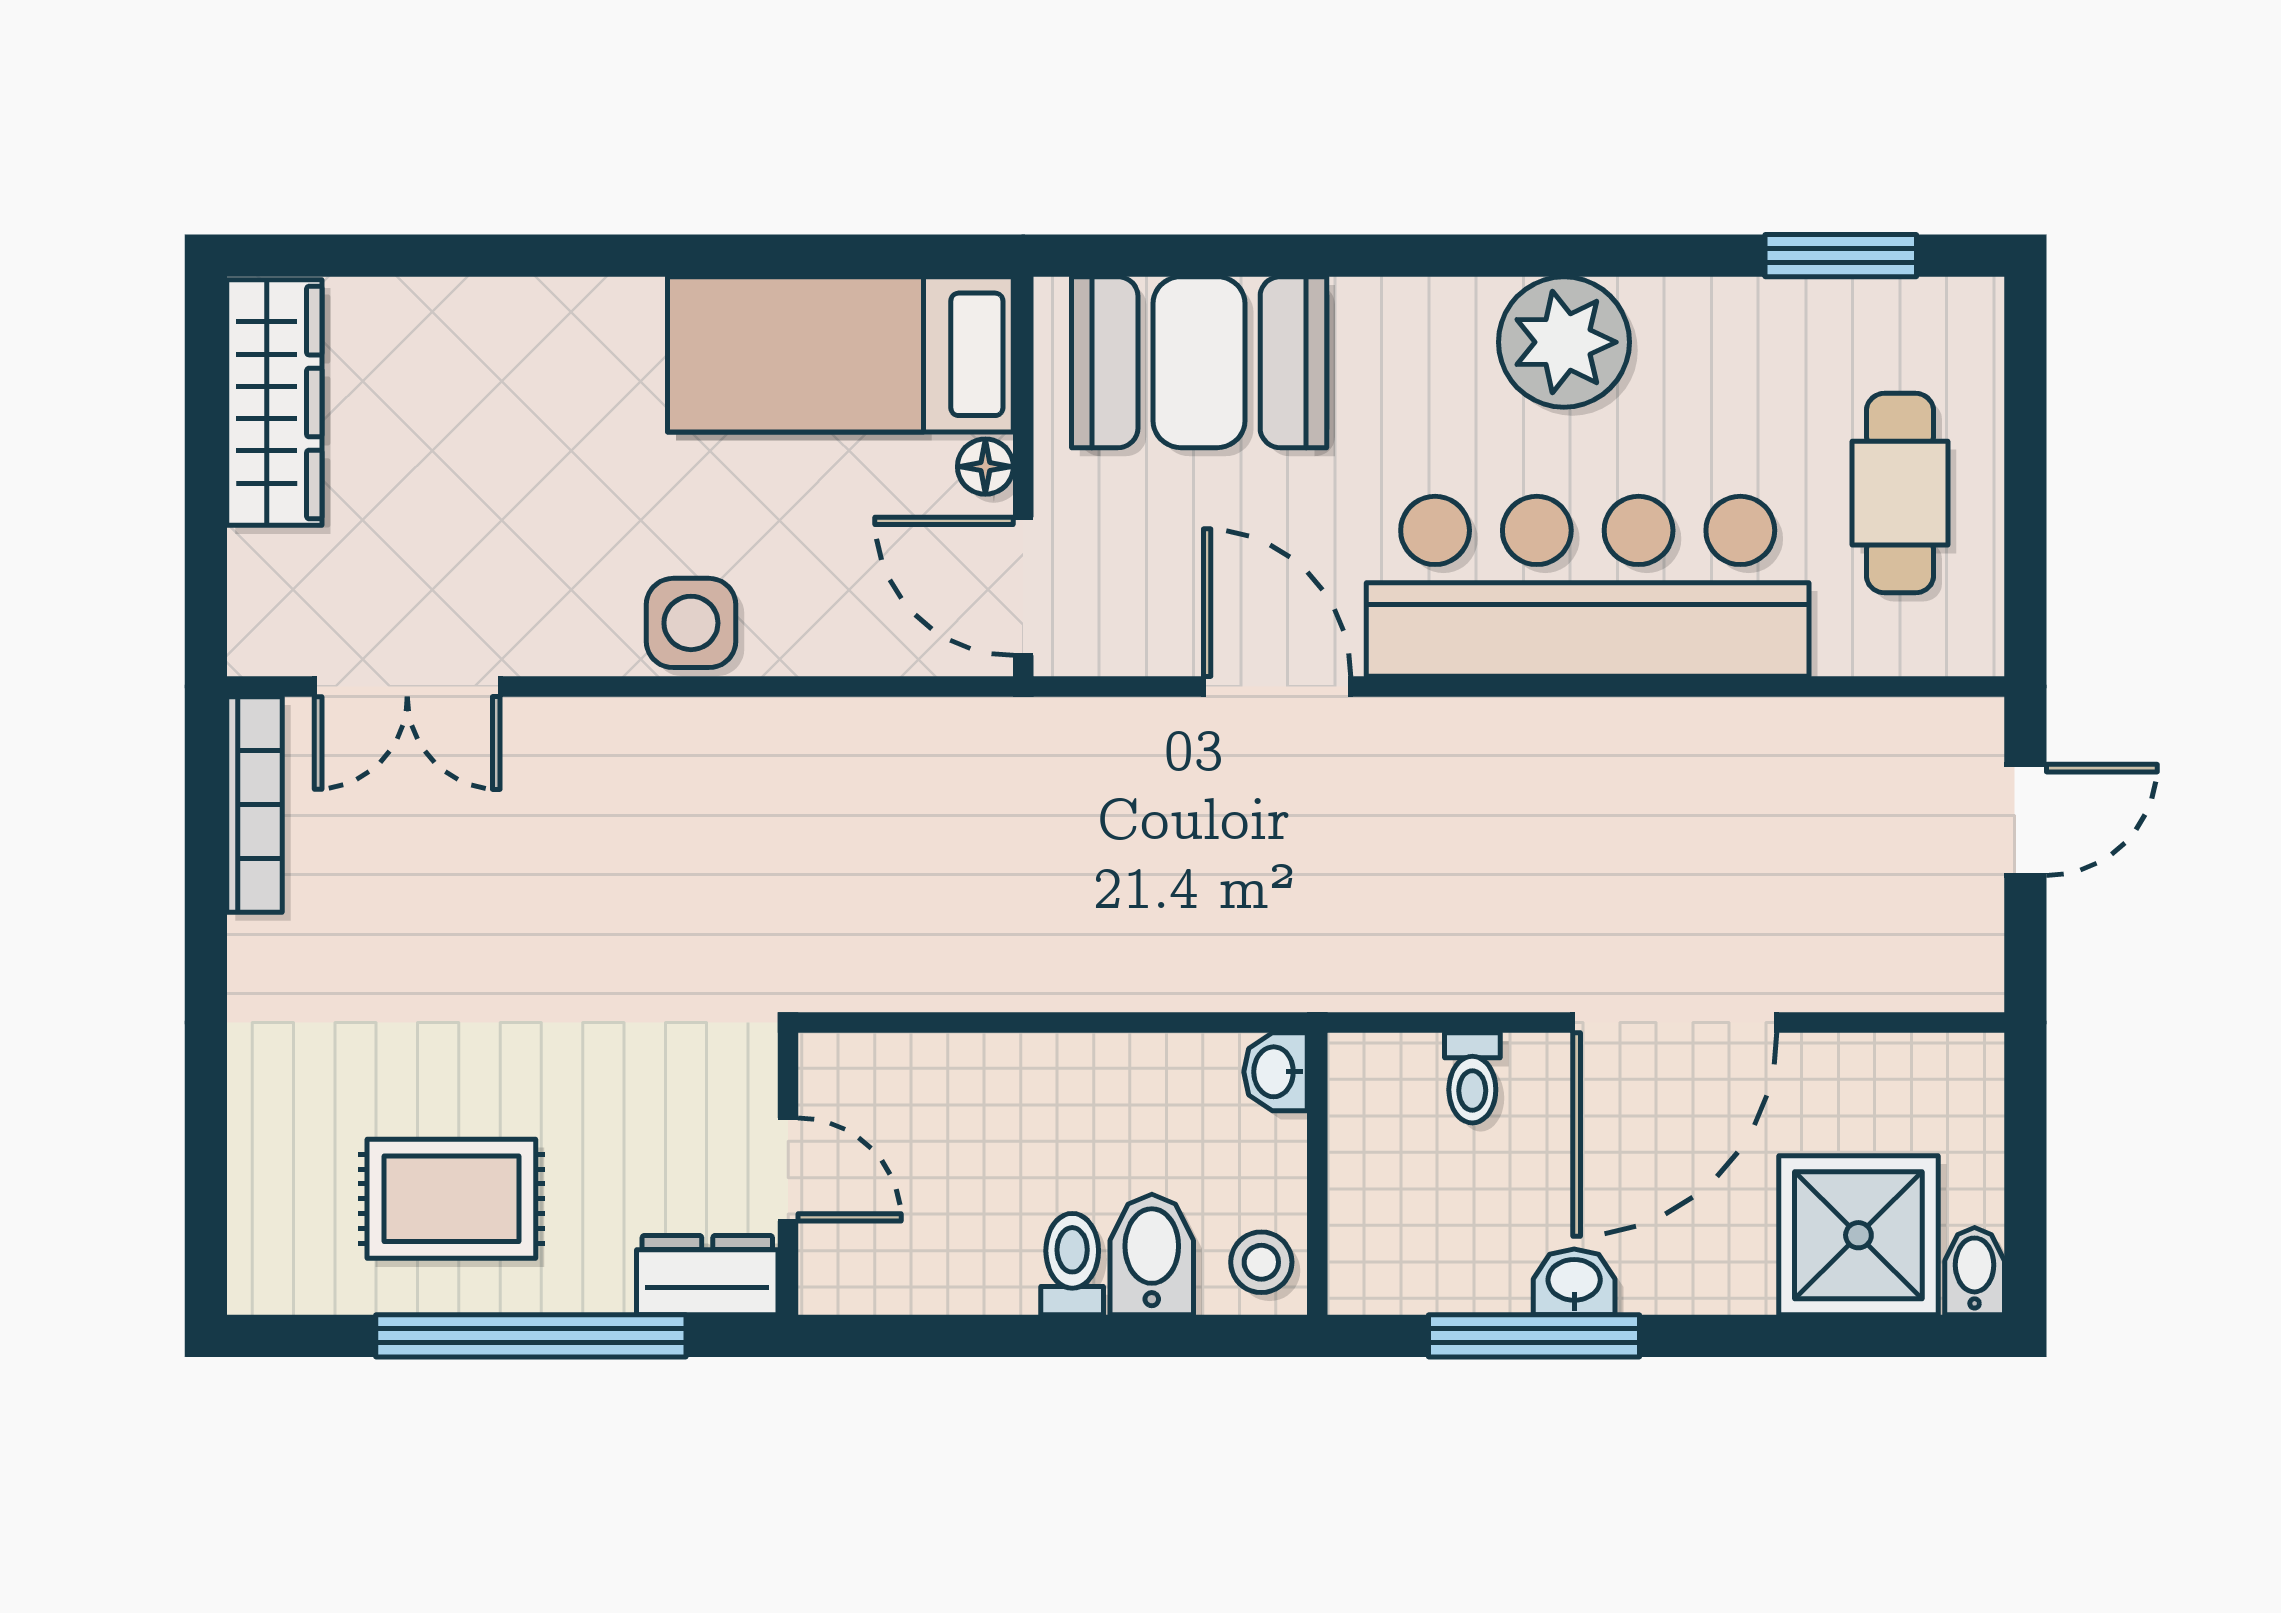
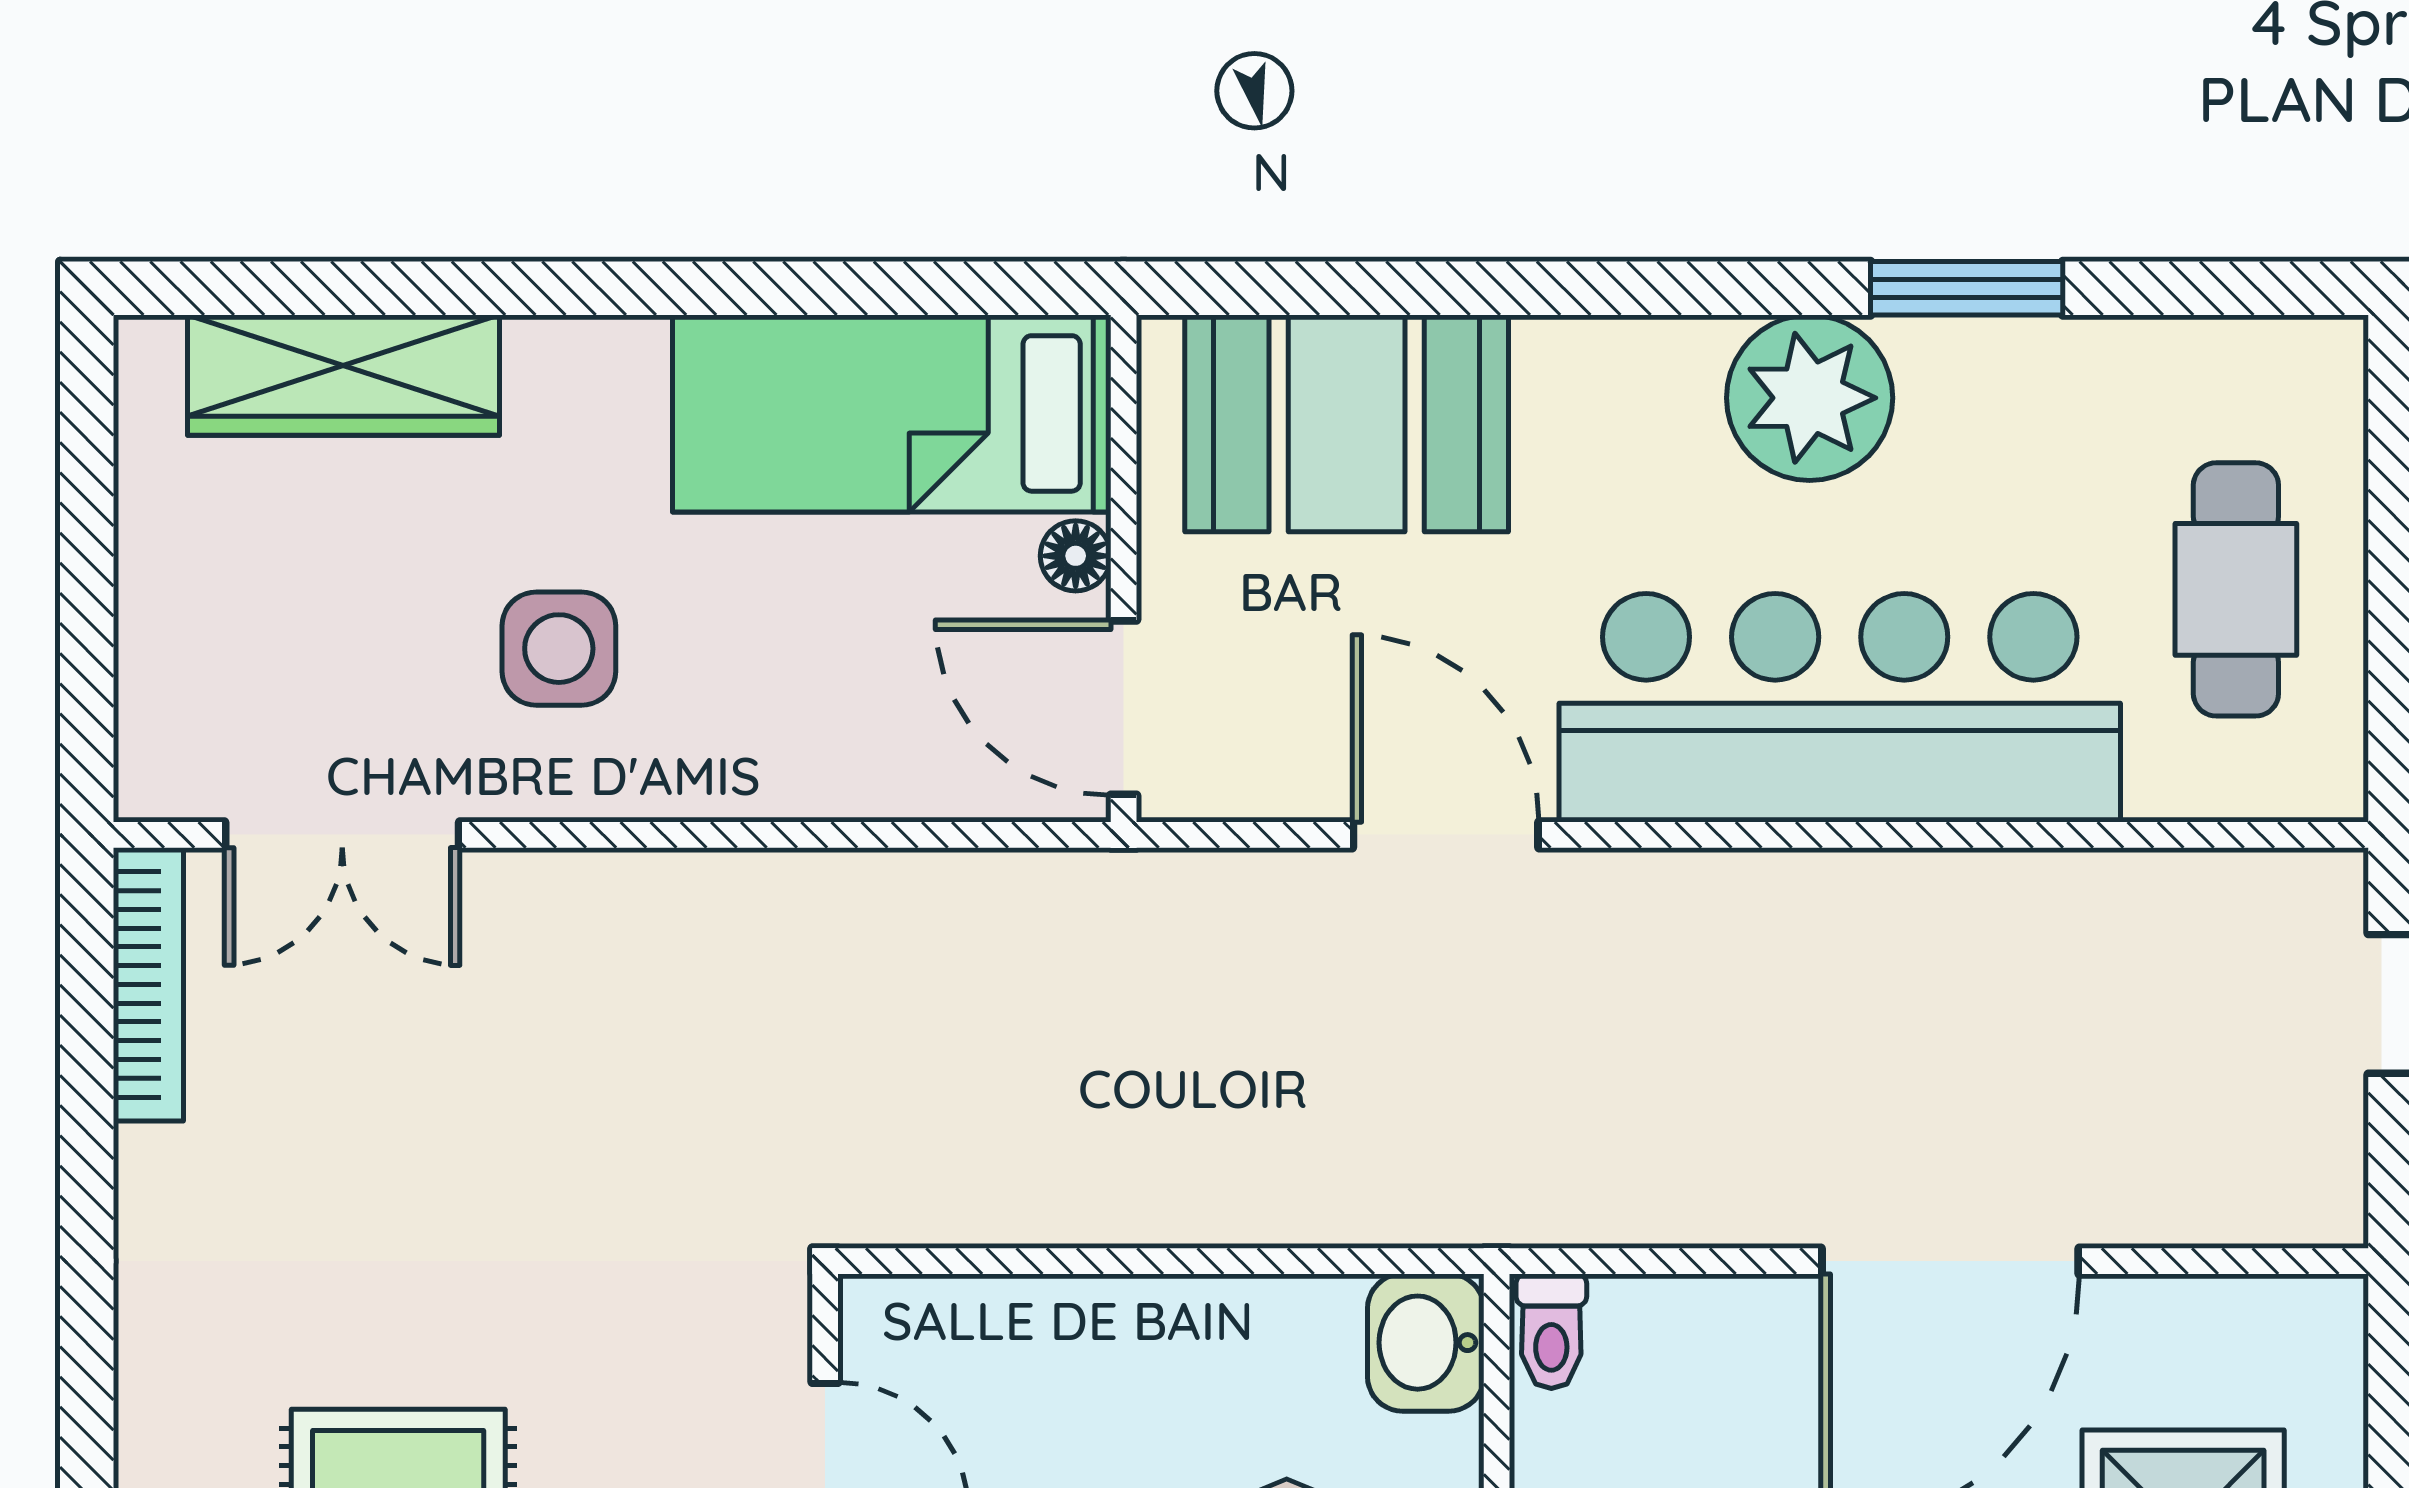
window: (1841, 256) -> (1967, 288), moved
wardrobe: (274, 403) -> (344, 375), moved, turned 90
side table: (691, 623) -> (559, 649), moved
washbasin: (1275, 1072) -> (1426, 1343), width x1.38, depth x1.45
toilet: (1472, 1078) -> (1551, 1331), moved

